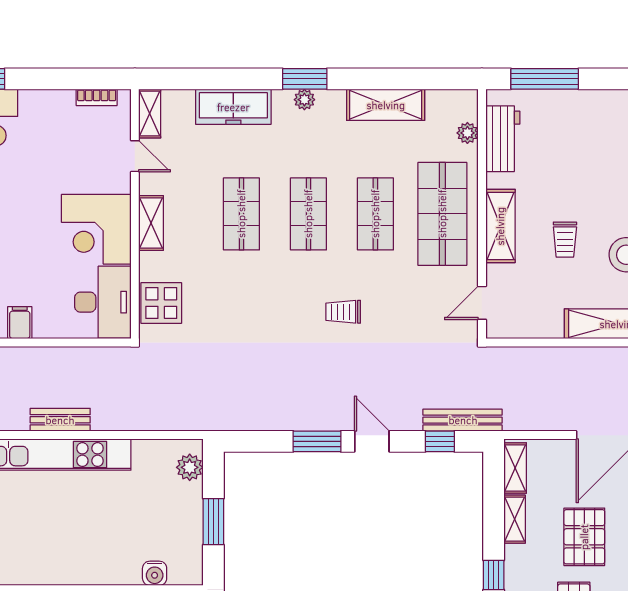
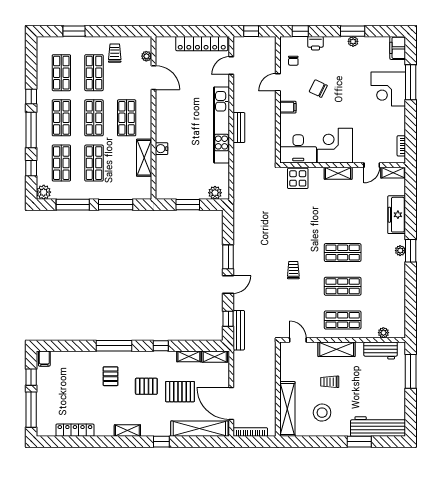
shelving: (386, 105) -> (398, 291), removed
shop shelf: (241, 214) -> (343, 219), removed
shop shelf: (442, 214) -> (343, 320), width x0.70, depth x0.74
water cooler: (155, 573) -> (162, 149), moved

